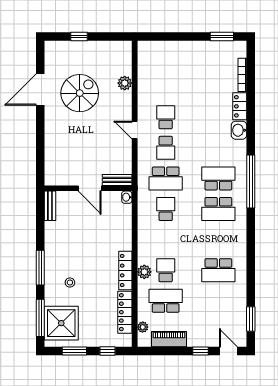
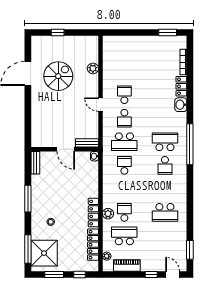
school desk: (218, 209) -> (165, 165), width x0.54
window: (40, 268) -> (28, 199), moved

